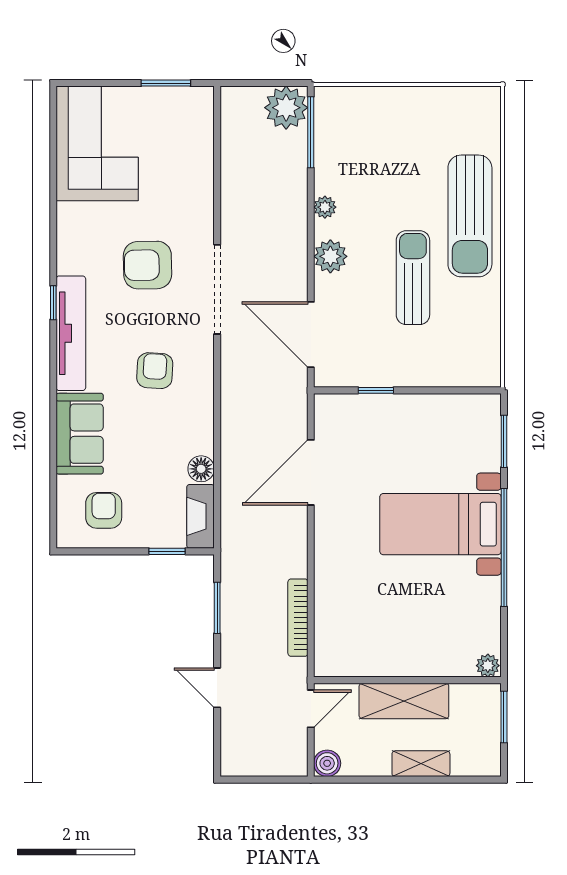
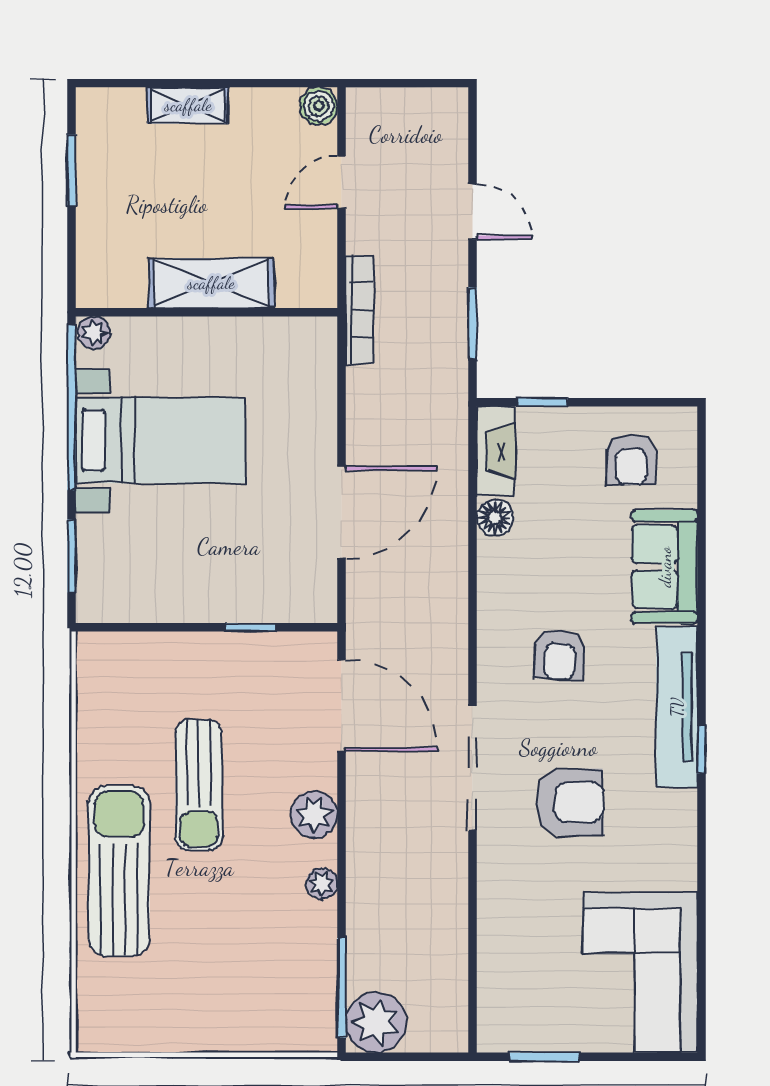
plant: (488, 666) -> (94, 333), moved
wall: (407, 680) -> (207, 312), moved
shelving: (404, 701) -> (211, 283), moved

